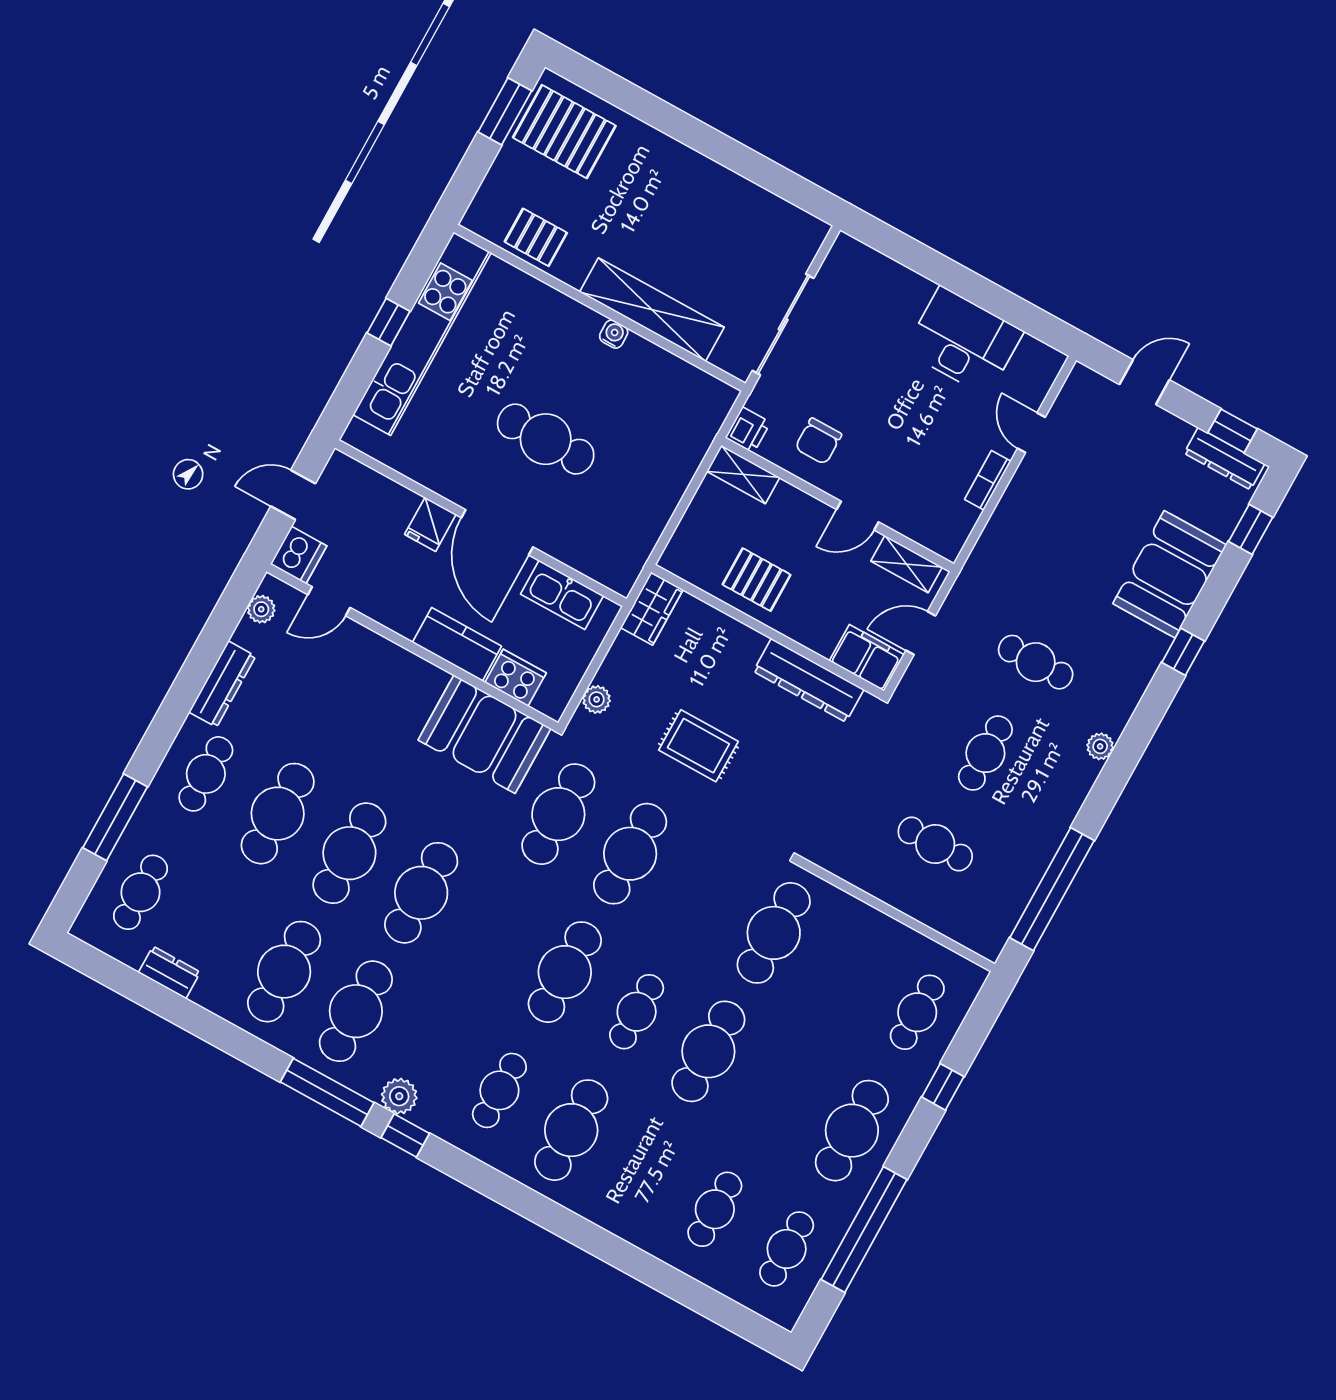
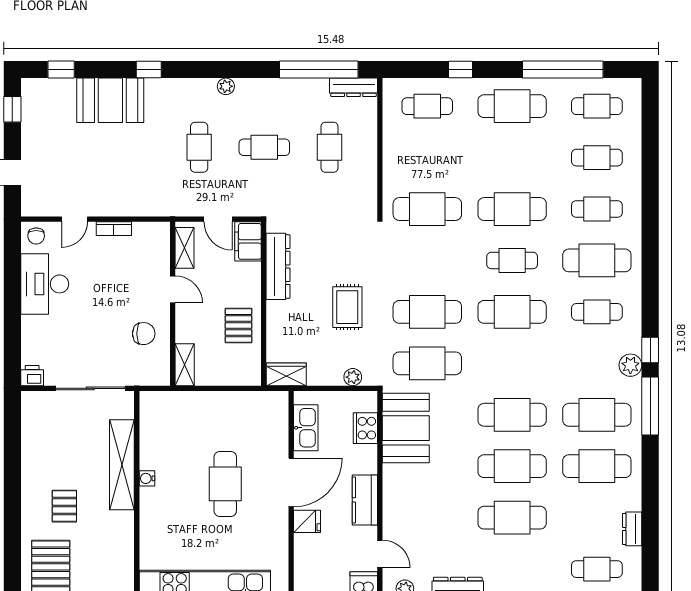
pallet: (536, 237) -> (64, 506), moved
chair: (1037, 366) -> (36, 236), added
printer: (748, 430) -> (32, 376), moved
dresser: (1224, 459) -> (354, 87), moved, turned 90
kitchen counter: (457, 644) -> (365, 500), moved
cafe table: (206, 774) -> (597, 209), moved

